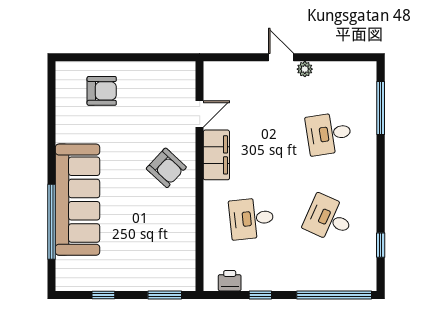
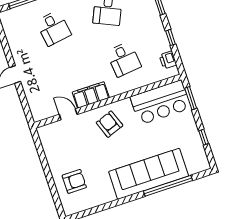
plant: (305, 69) -> (17, 57), removed
armchair: (102, 91) -> (74, 181), turned 90
armchair: (166, 168) -> (110, 124), turned -63
bar counter: (173, 250) -> (160, 102), added

